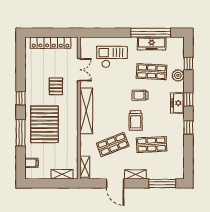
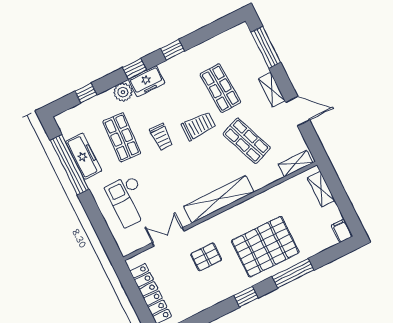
plant: (178, 75) -> (123, 92), moved
filing cabinet: (31, 163) -> (342, 231), moved
door: (115, 183) -> (298, 111), hinge flipped

